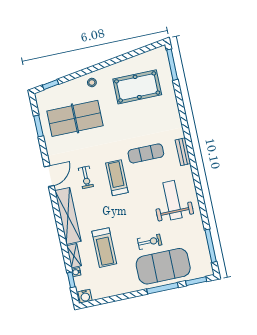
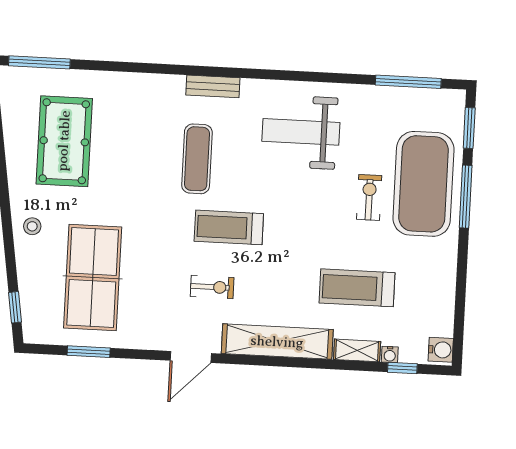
door: (49, 176) -> (191, 357), swing flipped
treadmill: (104, 248) -> (357, 288), turned 180

